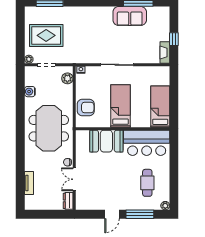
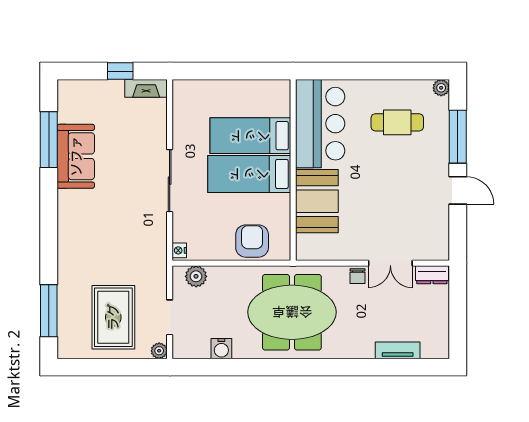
bed: (160, 107) -> (250, 136), moved

